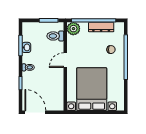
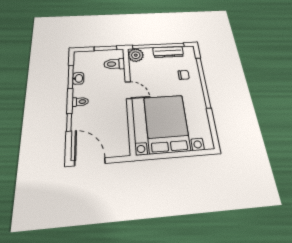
door: (65, 60) -> (128, 90), swing flipped

